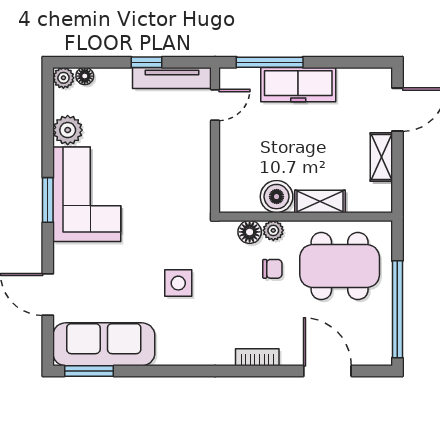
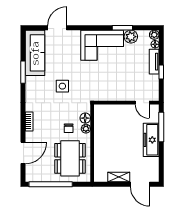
tv unit: (172, 78) -> (154, 62), moved, width x0.71
boiler: (277, 197) -> (101, 130), removed
window: (48, 200) -> (122, 28), moved
shelving: (320, 201) -> (99, 150), removed
window: (89, 371) -> (23, 72), moved

